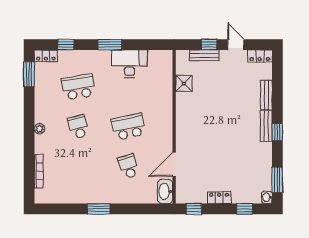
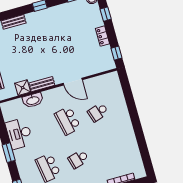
bench: (266, 126) -> (42, 84), moved
door: (174, 164) -> (73, 82), moved
washbasin: (165, 192) -> (33, 100), moved
window: (99, 209) -> (137, 126), removed

